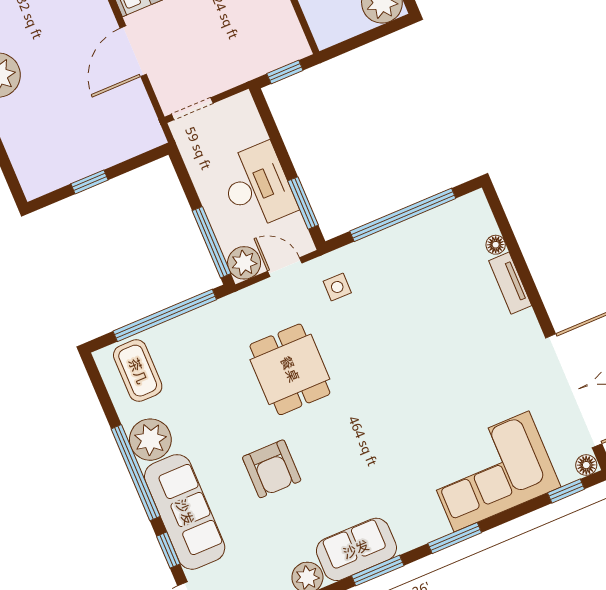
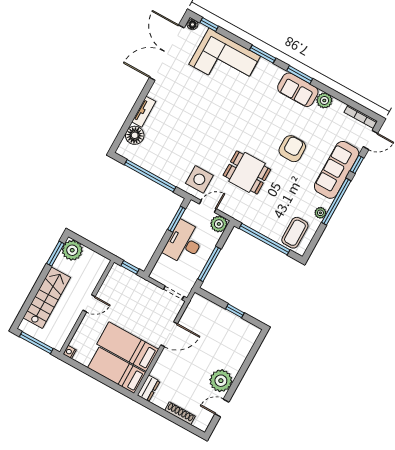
window: (211, 242) -> (209, 264), moved
floor lamp: (496, 245) -> (135, 135), width x1.89, depth x1.89
door: (285, 267) -> (208, 206), swing flipped
side table: (337, 287) -> (199, 179), width x1.87, depth x1.87
dining table: (290, 369) -> (247, 172), turned 90
plant: (150, 440) -> (320, 213), width x0.53, depth x0.53

